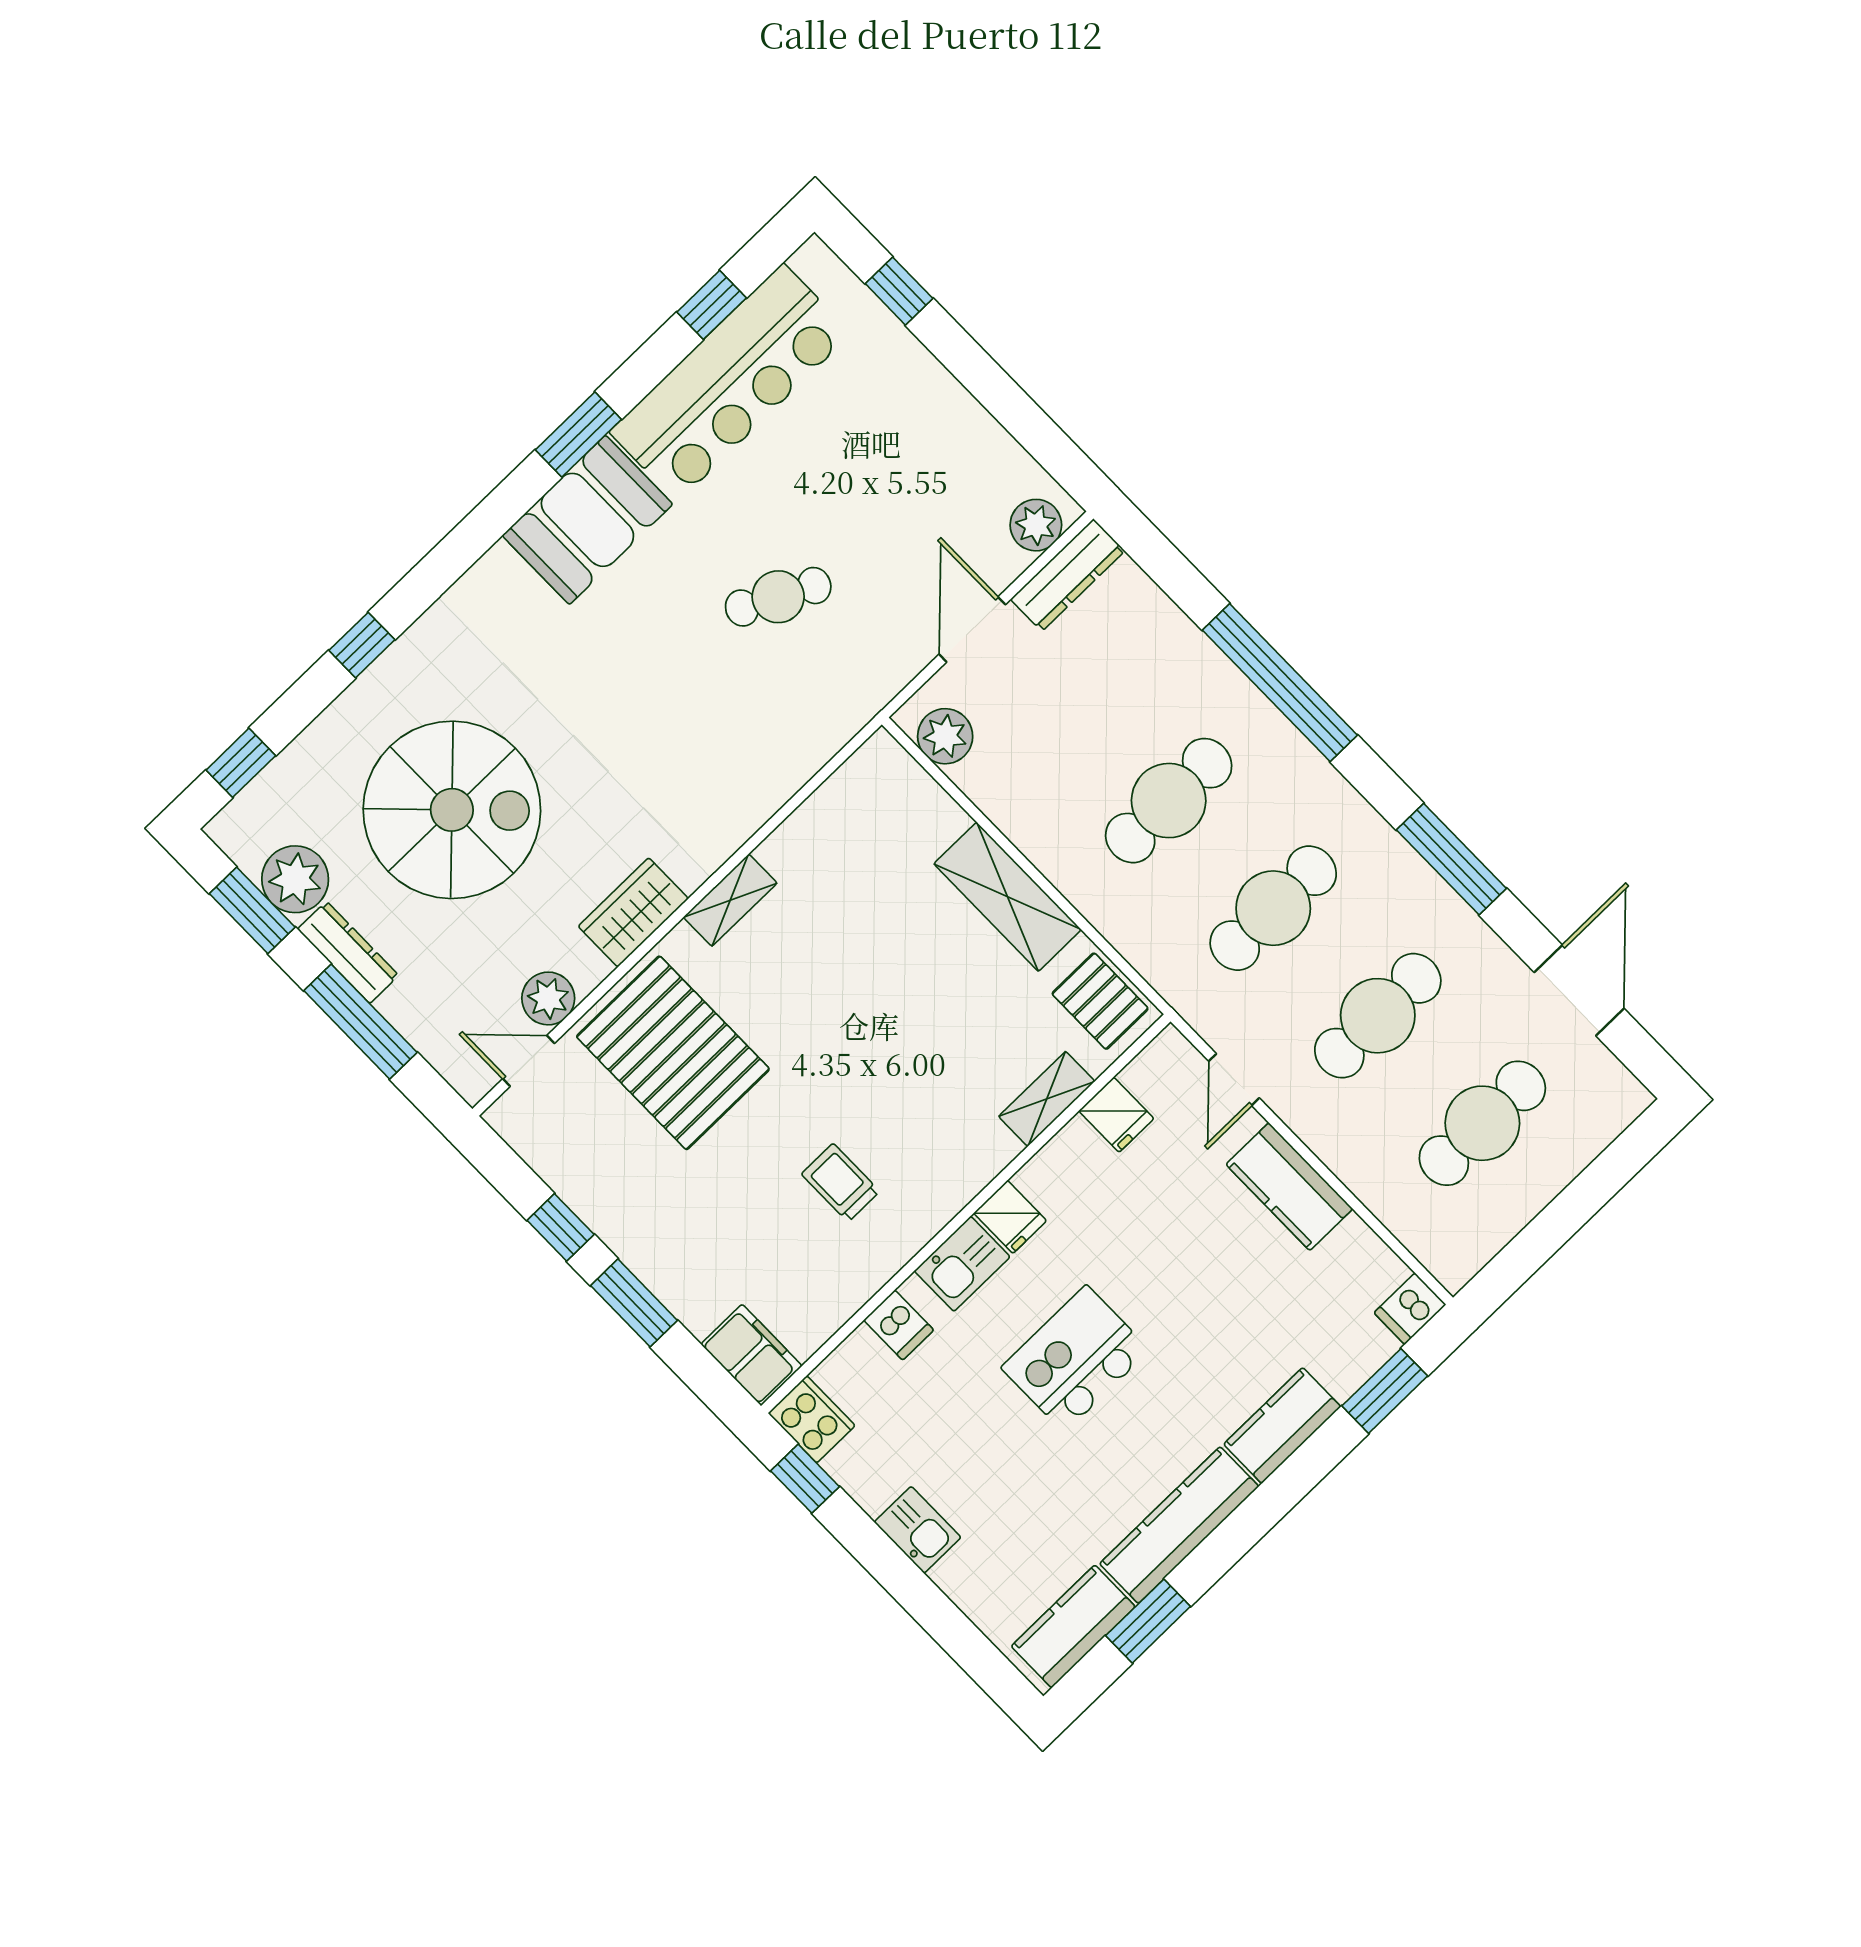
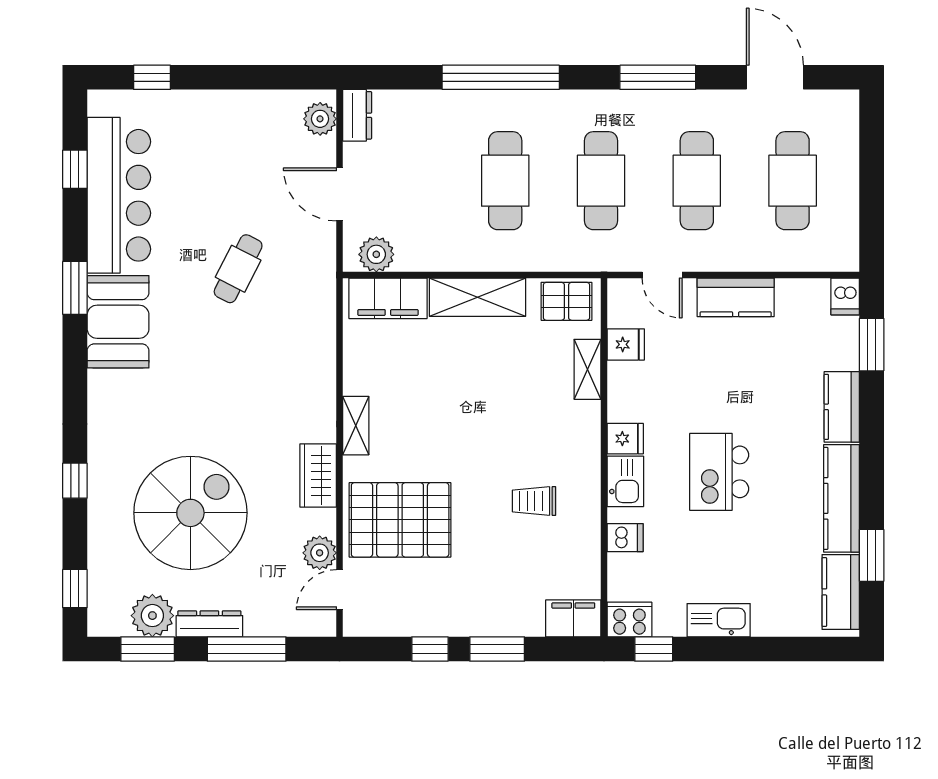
dresser: (1068, 575) -> (357, 115), width x0.70
filing cabinet: (909, 797) -> (388, 298), added
kitchen sink: (918, 1530) -> (719, 620), width x1.38

